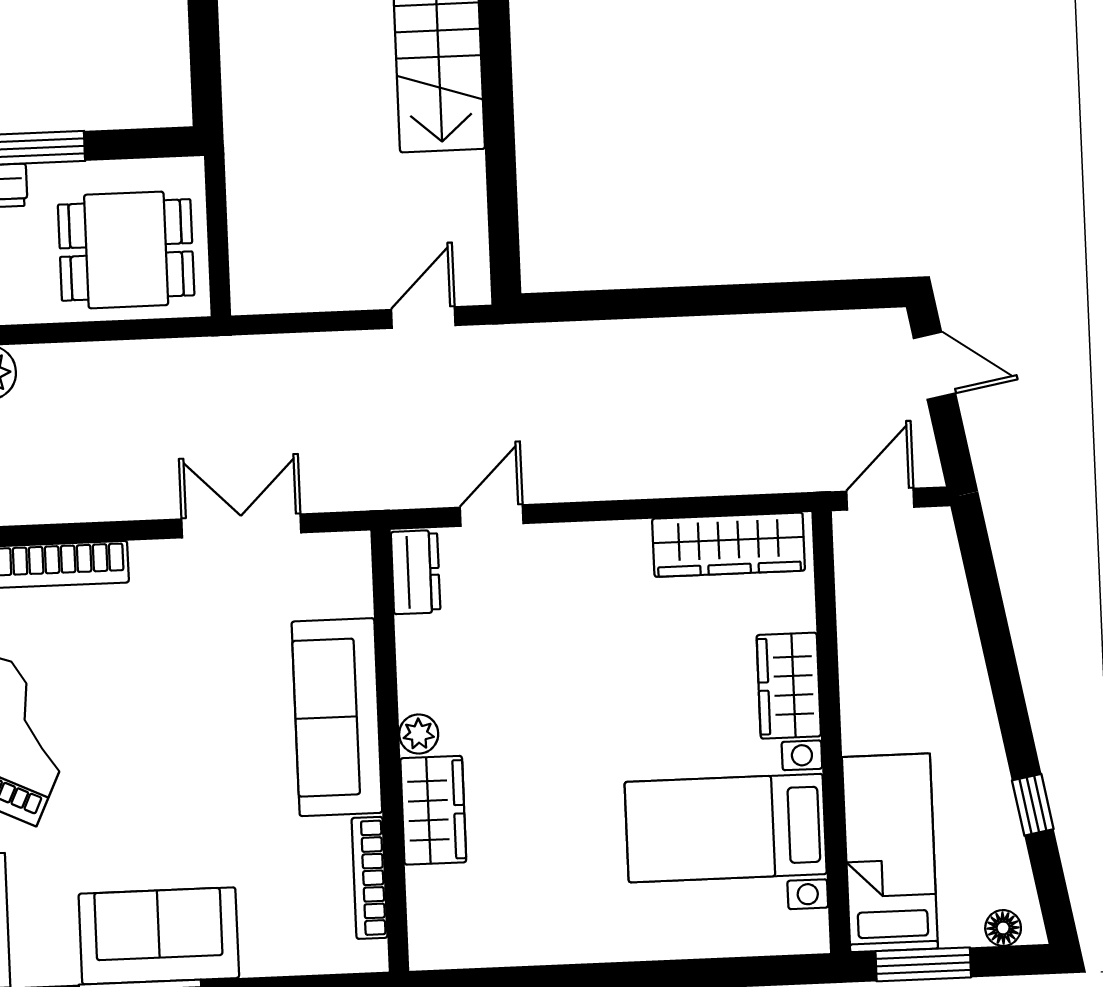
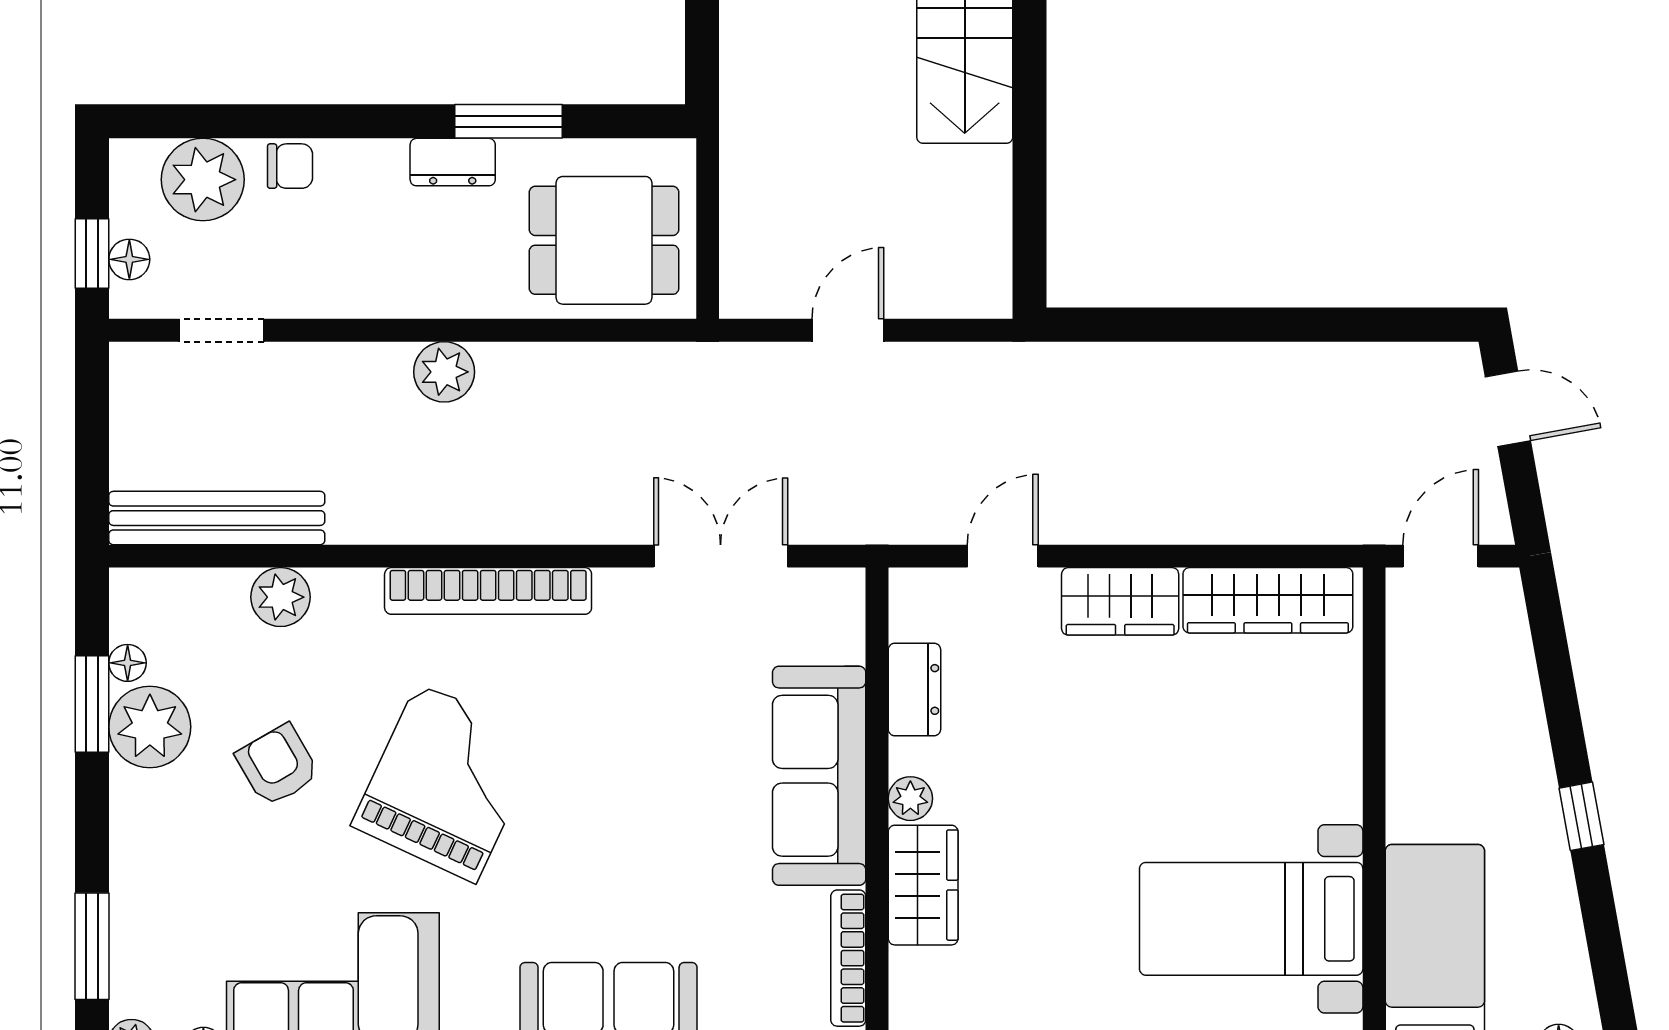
door: (423, 317) -> (848, 330), moved
dresser: (416, 572) -> (914, 689), moved
wardrobe: (789, 686) -> (1120, 601), moved, turned -90
window: (1033, 805) -> (1581, 816), moved

